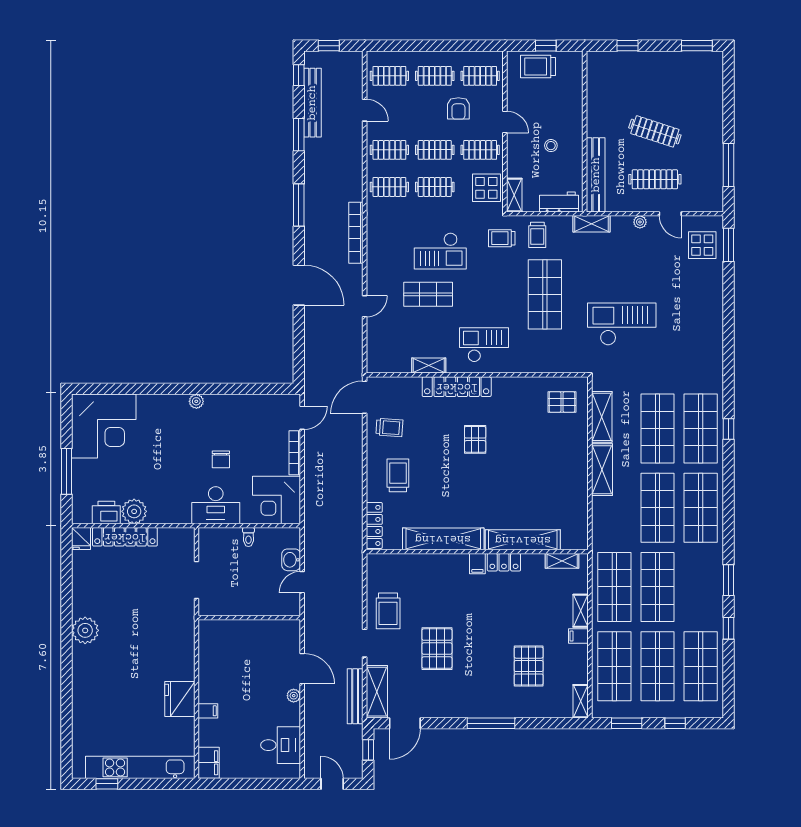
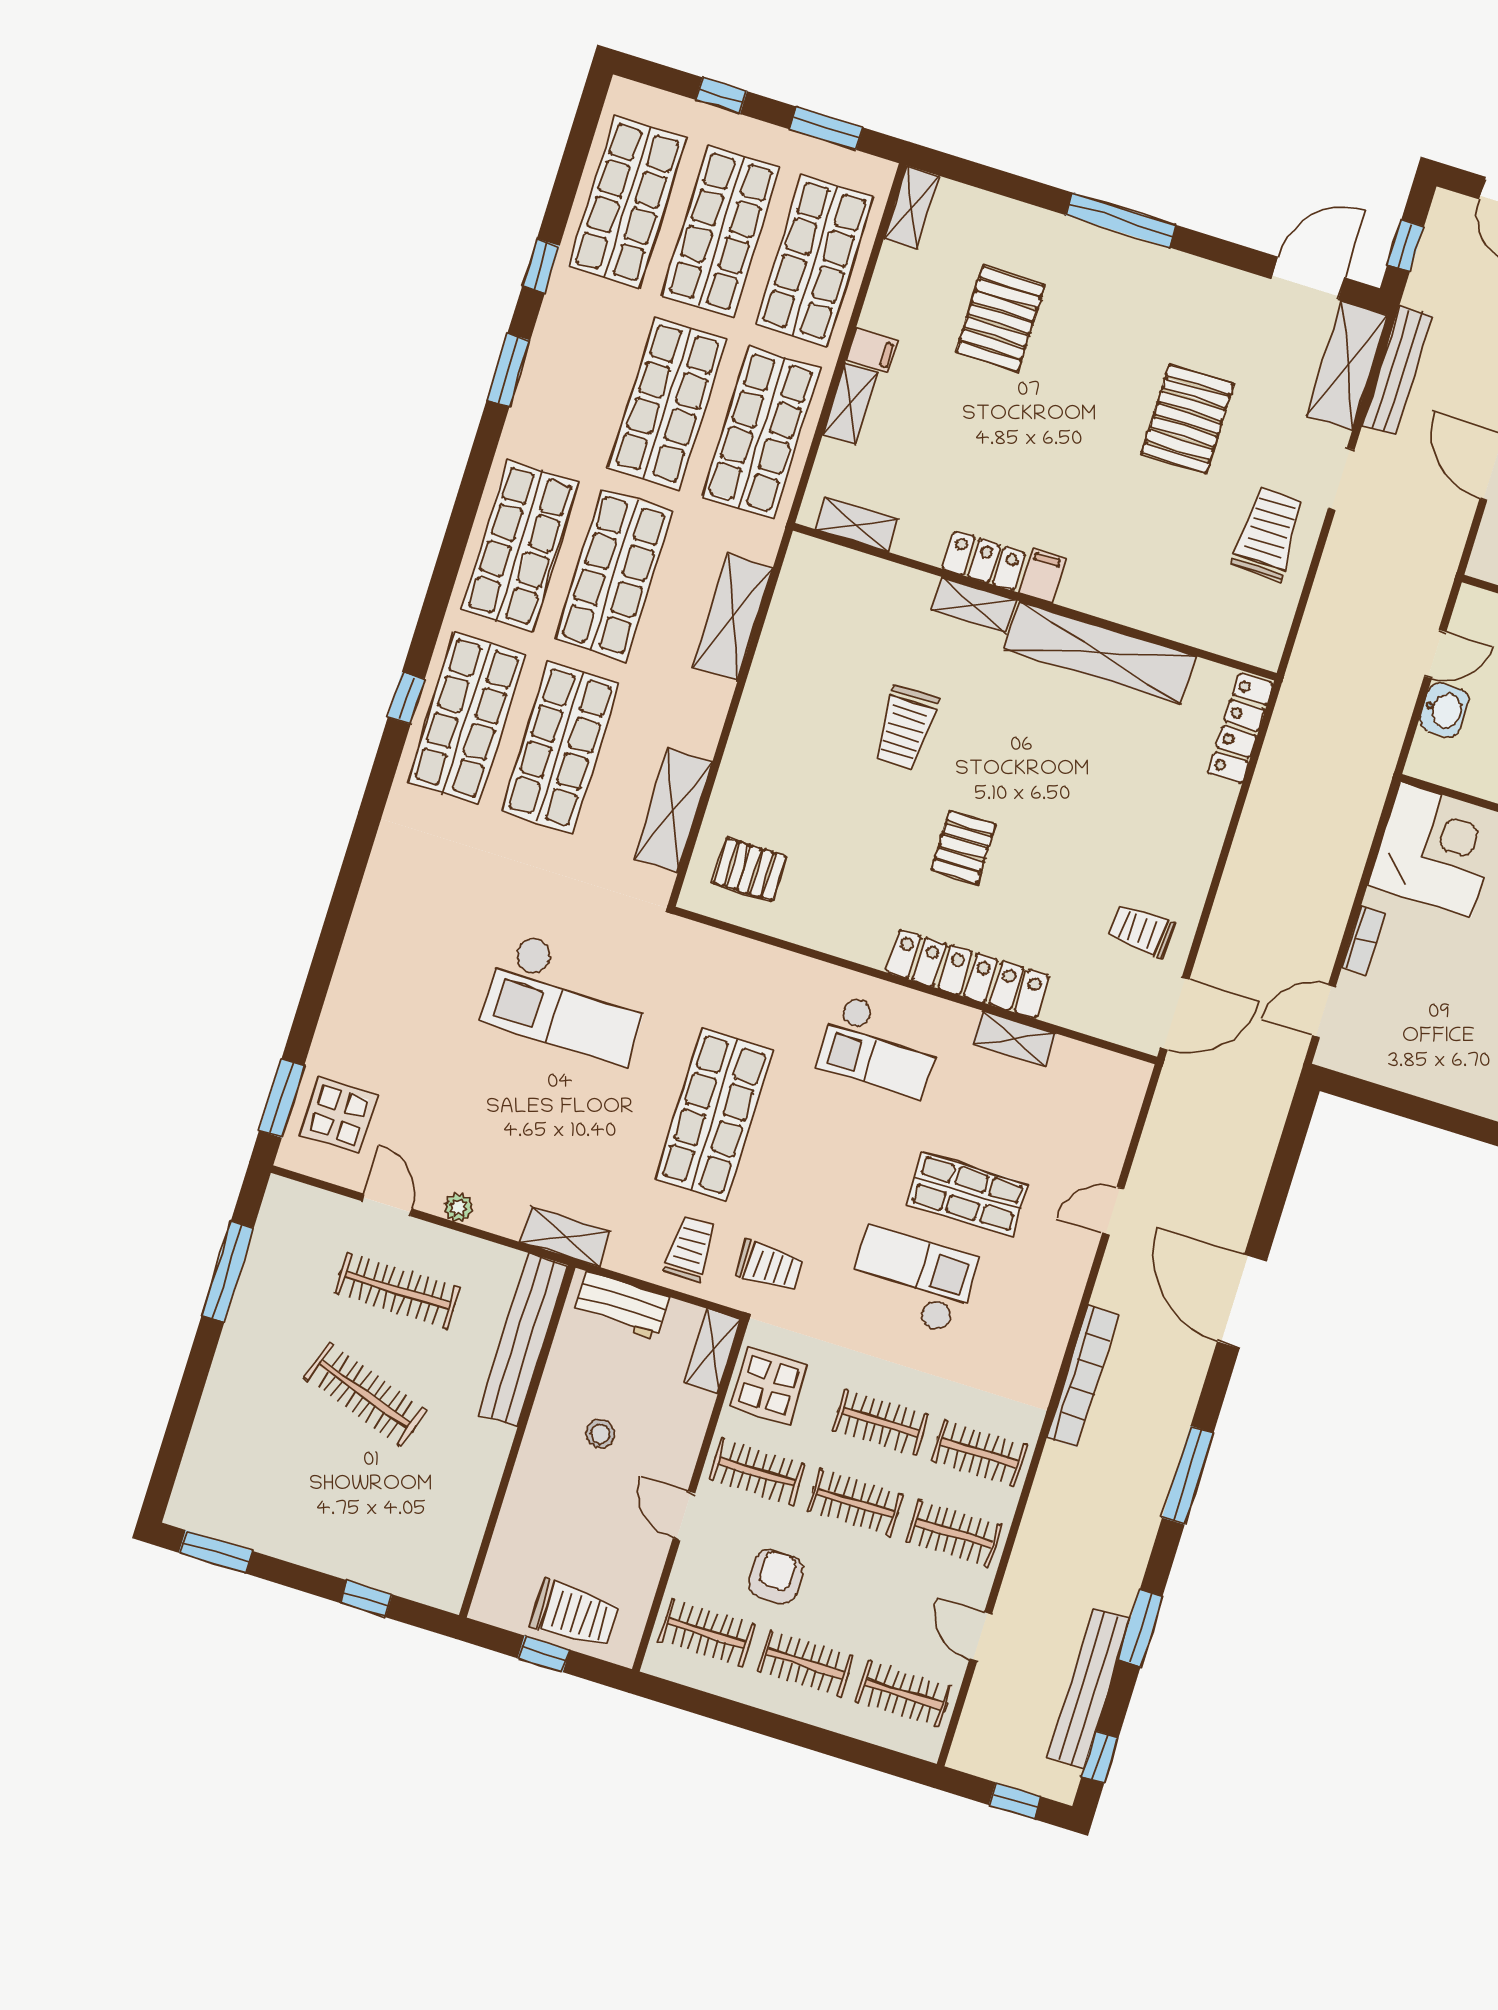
bookcase: (295, 453) -> (1364, 940), width x0.64
shelving: (602, 470) -> (733, 617), moved
trolley: (398, 475) -> (906, 727), moved
shelving: (523, 540) -> (974, 605), width x0.45, depth x0.75

